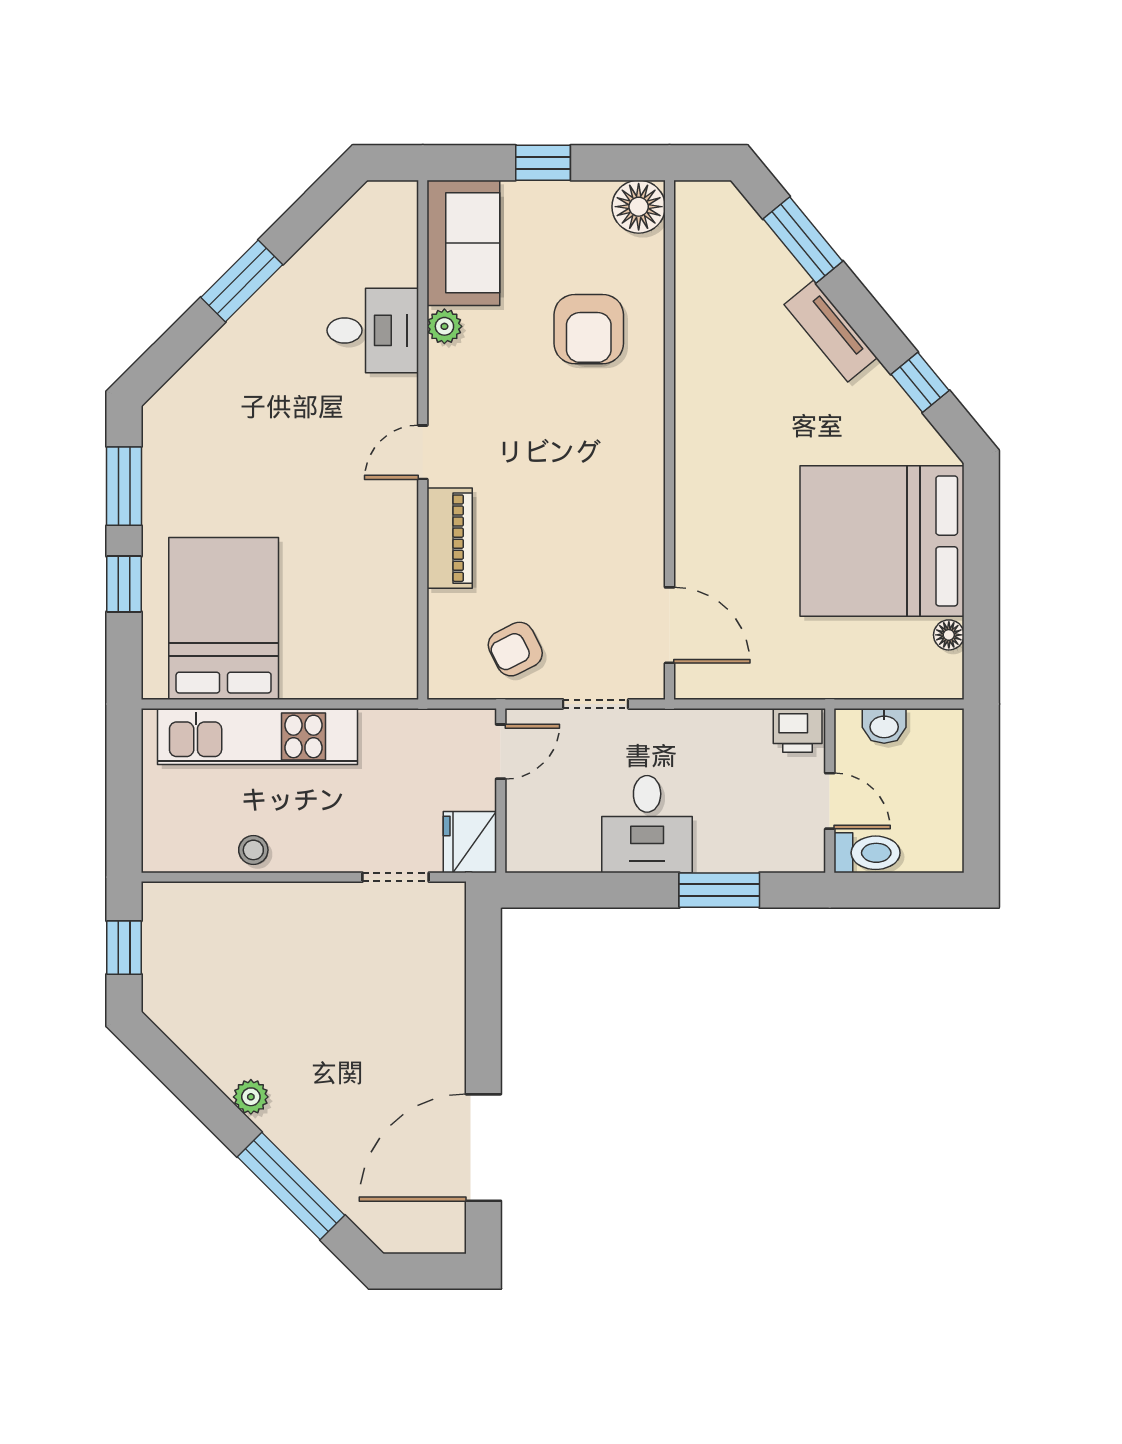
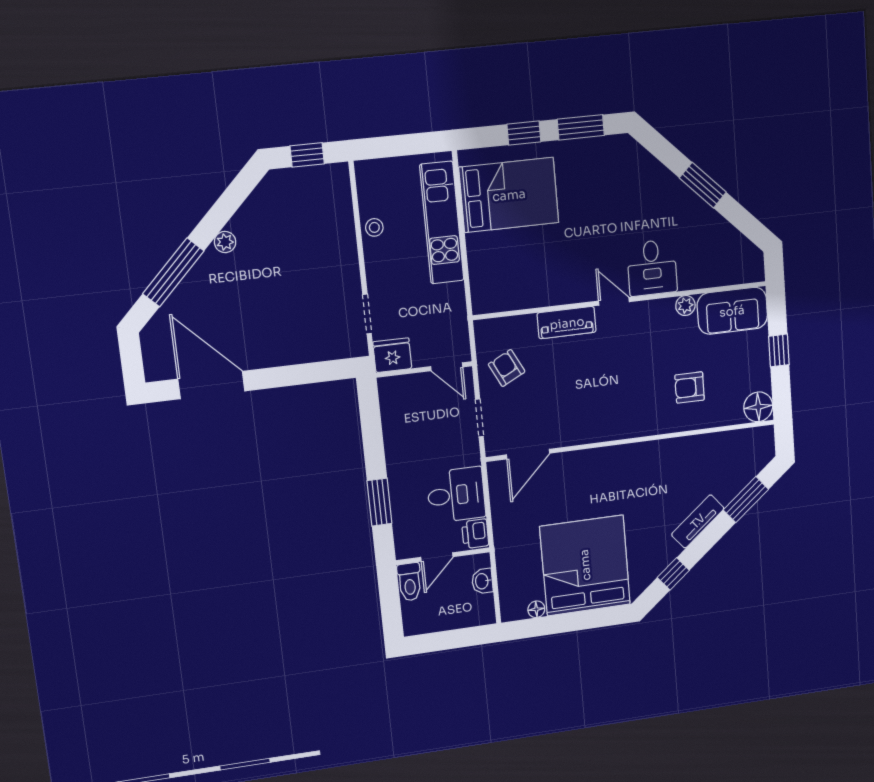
armchair: (589, 329) -> (690, 387), width x0.72, depth x0.72
desk: (373, 330) -> (652, 268), moved
desk: (647, 824) -> (456, 495), moved, turned 180

